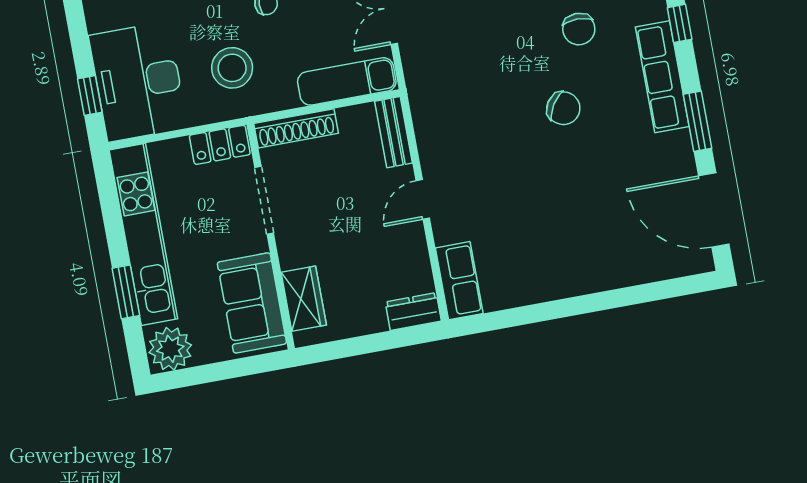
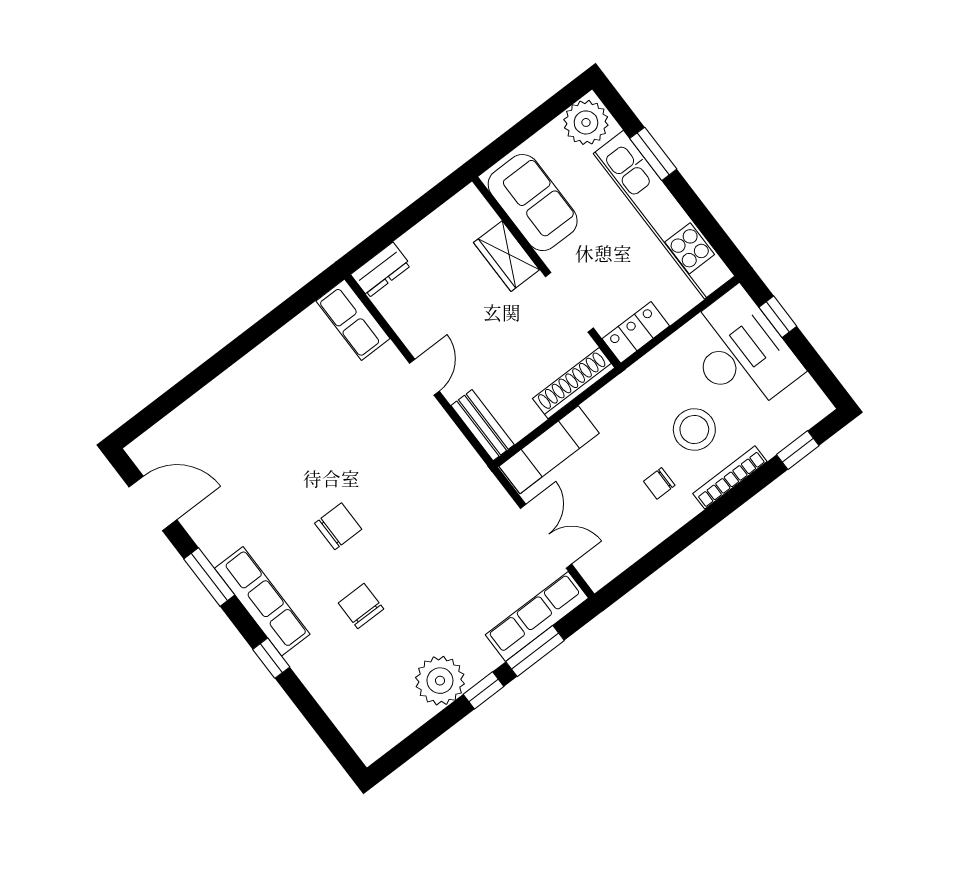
stool: (232, 68) -> (694, 429), moved
chair: (563, 108) -> (338, 526), turned 148
door: (714, 210) -> (153, 503), width x0.73
wardrobe: (304, 299) -> (507, 256), moved

